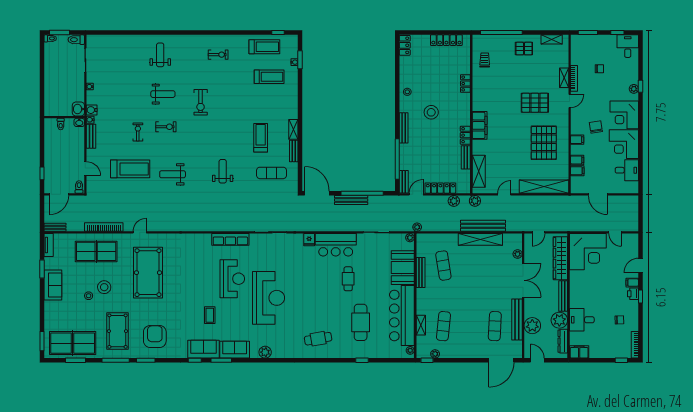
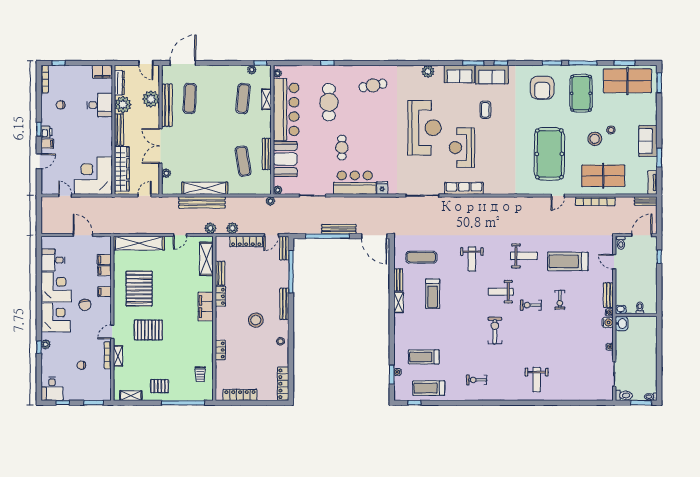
locker: (405, 45) -> (283, 384), width x1.53
weight bench: (163, 94) -> (501, 292), moved
reception desk: (268, 298) -> (424, 128), turned 180

